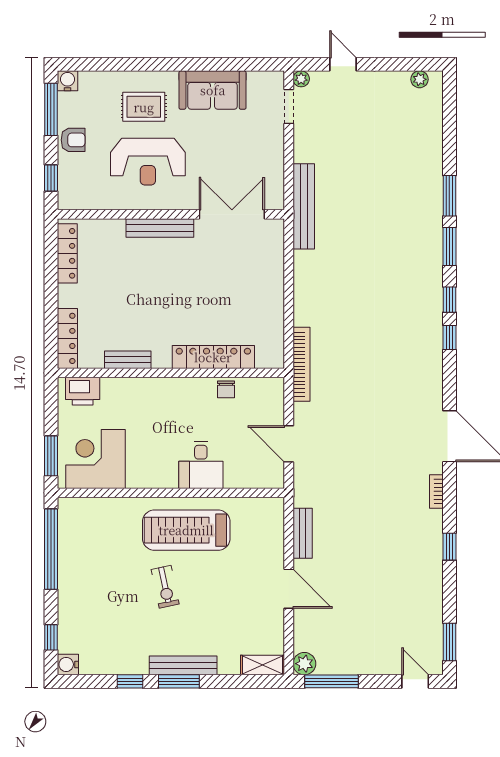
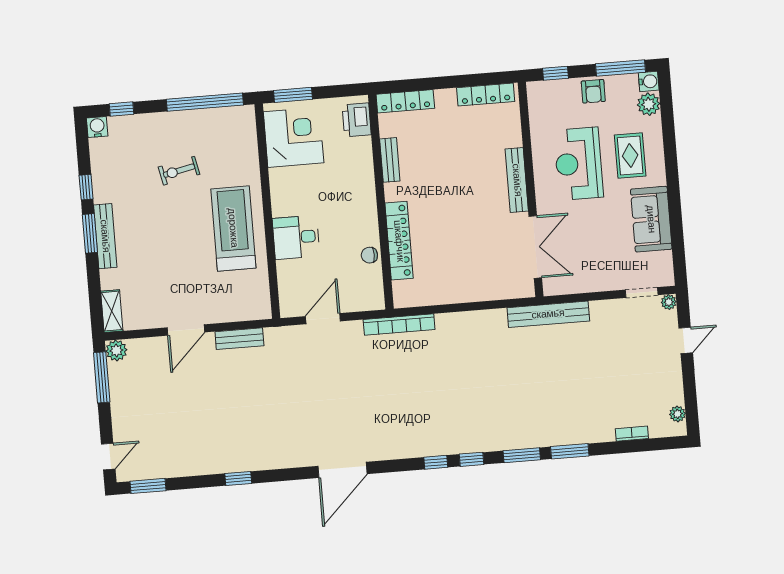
plant: (92, 83) -> (649, 104), added
bookcase: (436, 491) -> (632, 434), moved
exercise bike: (165, 587) -> (179, 171), moved

